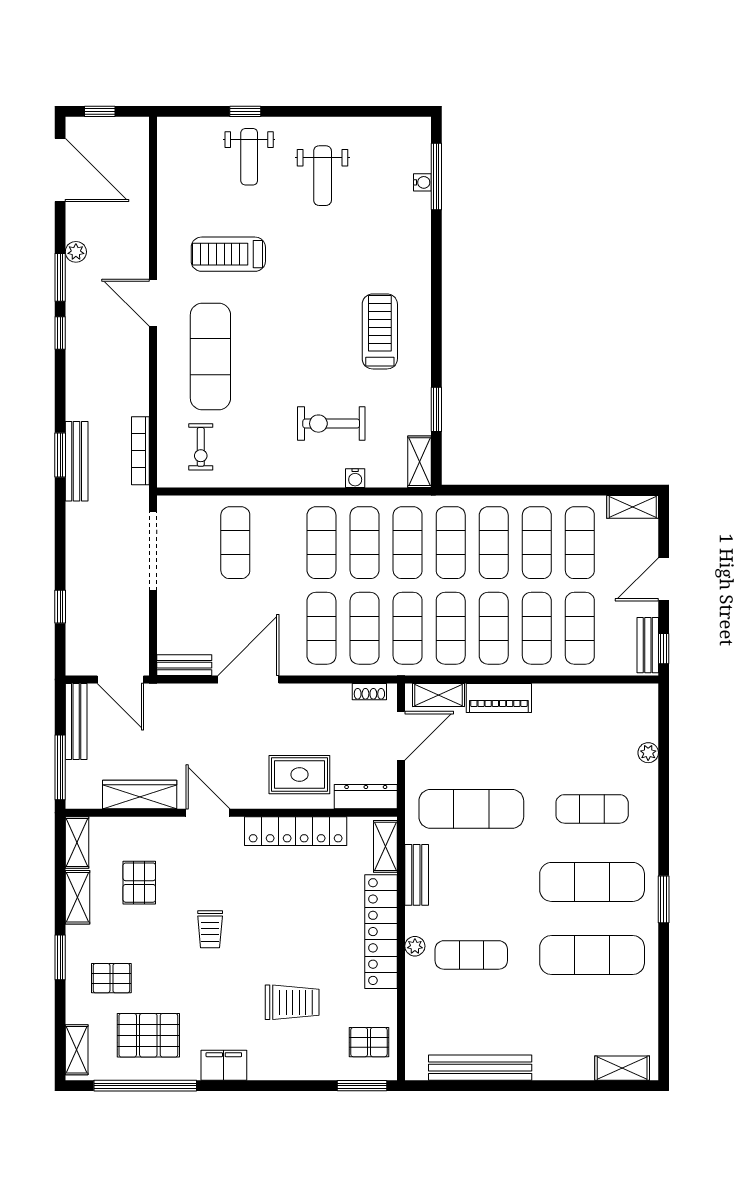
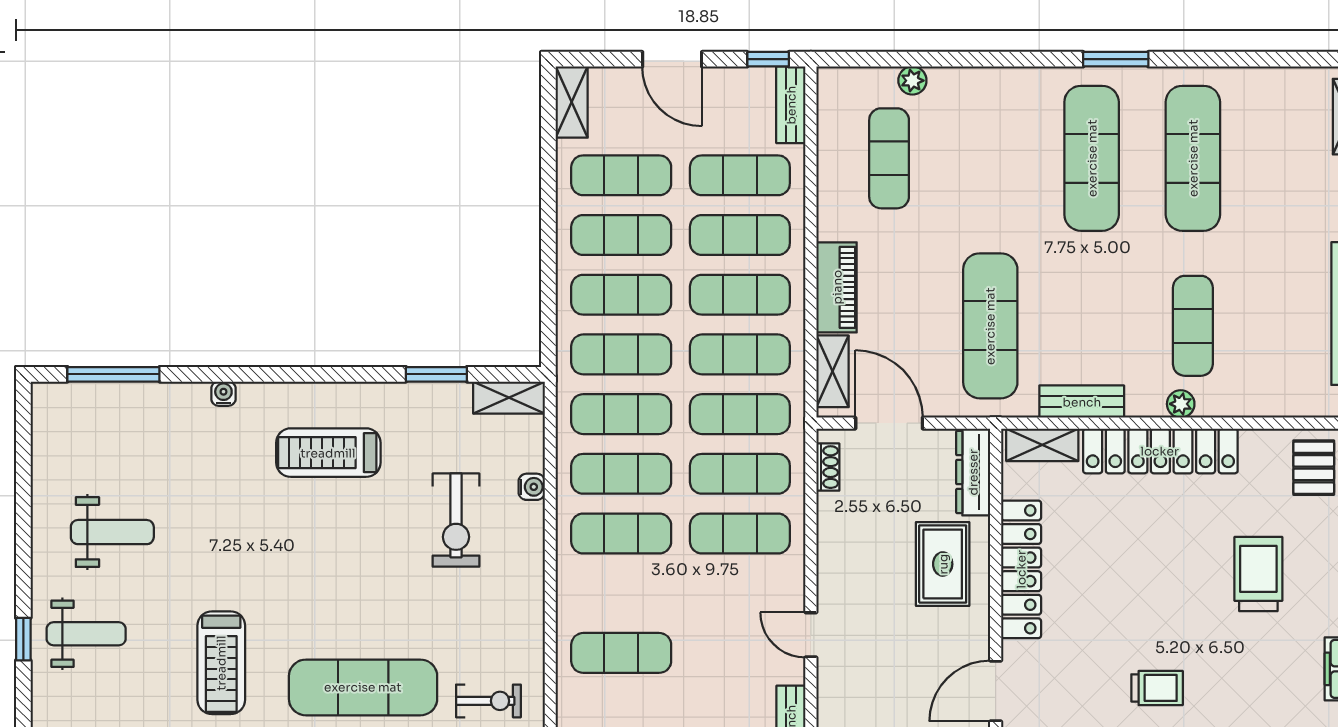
water cooler: (422, 182) -> (223, 394), moved
bench: (648, 645) -> (791, 105), moved, turned 90
door: (248, 680) -> (811, 635), width x0.53
exercise mat: (592, 809) -> (889, 158), moved

